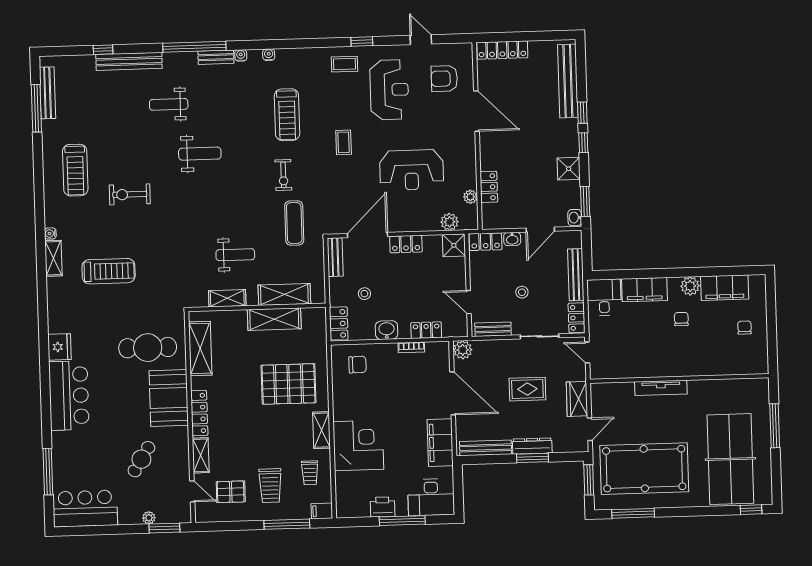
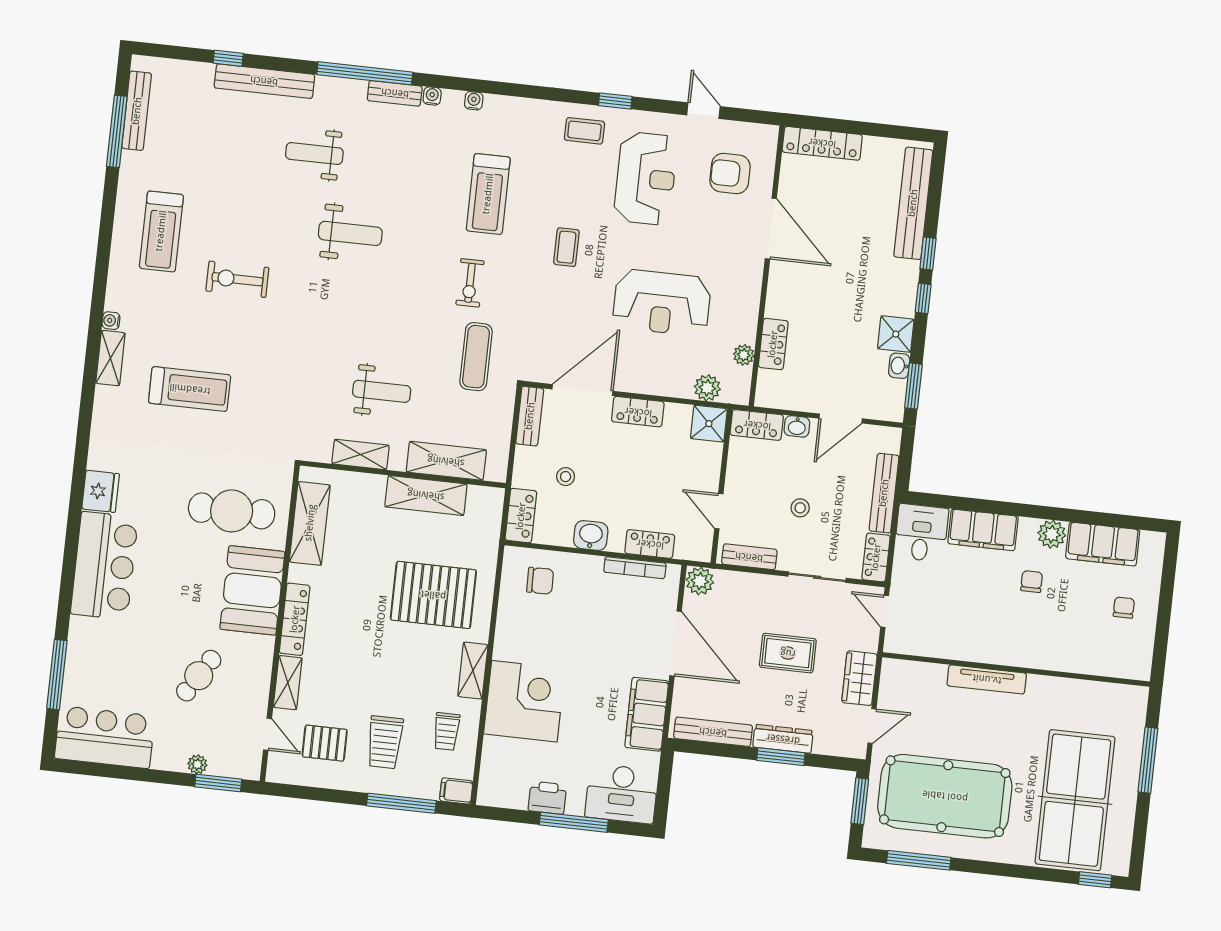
washbasin: (575, 218) -> (899, 366), moved
bookcase: (411, 347) -> (635, 568), width x1.56

